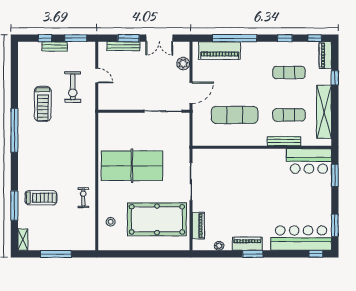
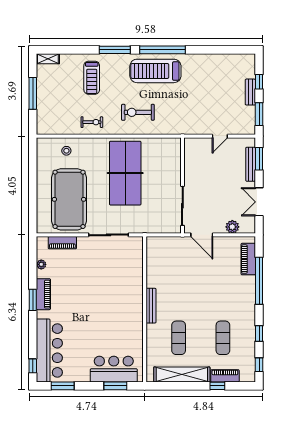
window: (128, 38) -> (259, 159), moved
piano: (219, 51) -> (248, 259), width x0.73, depth x0.75
piano: (325, 55) -> (225, 376), moved
exercise bike: (73, 87) -> (138, 112), moved
treadmill: (43, 104) -> (155, 71), moved, width x1.37, depth x1.38
exercise mat: (235, 115) -> (179, 281), removed
bench: (284, 141) -> (151, 306), moved
bar counter: (309, 161) -> (114, 369), moved, turned 90
window: (14, 206) -> (115, 50), moved

